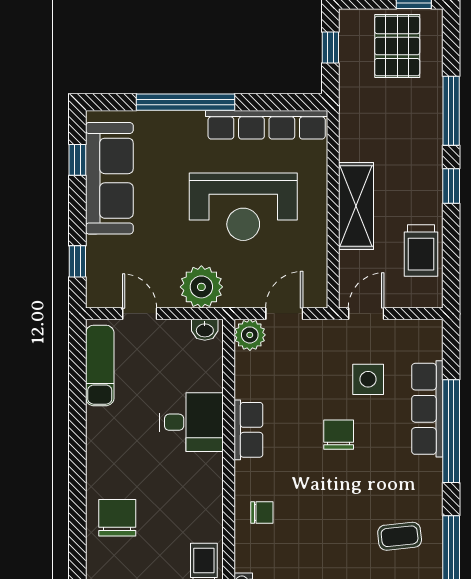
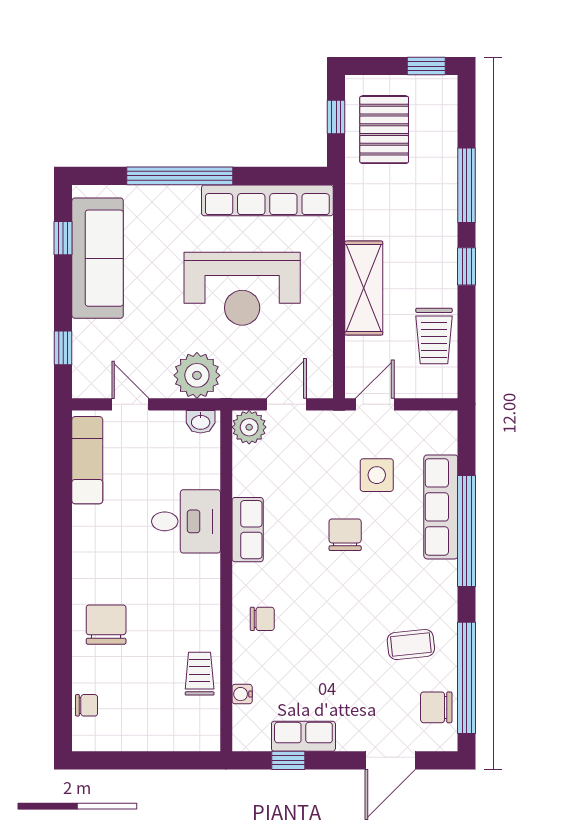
pallet: (397, 46) -> (384, 130), moved

